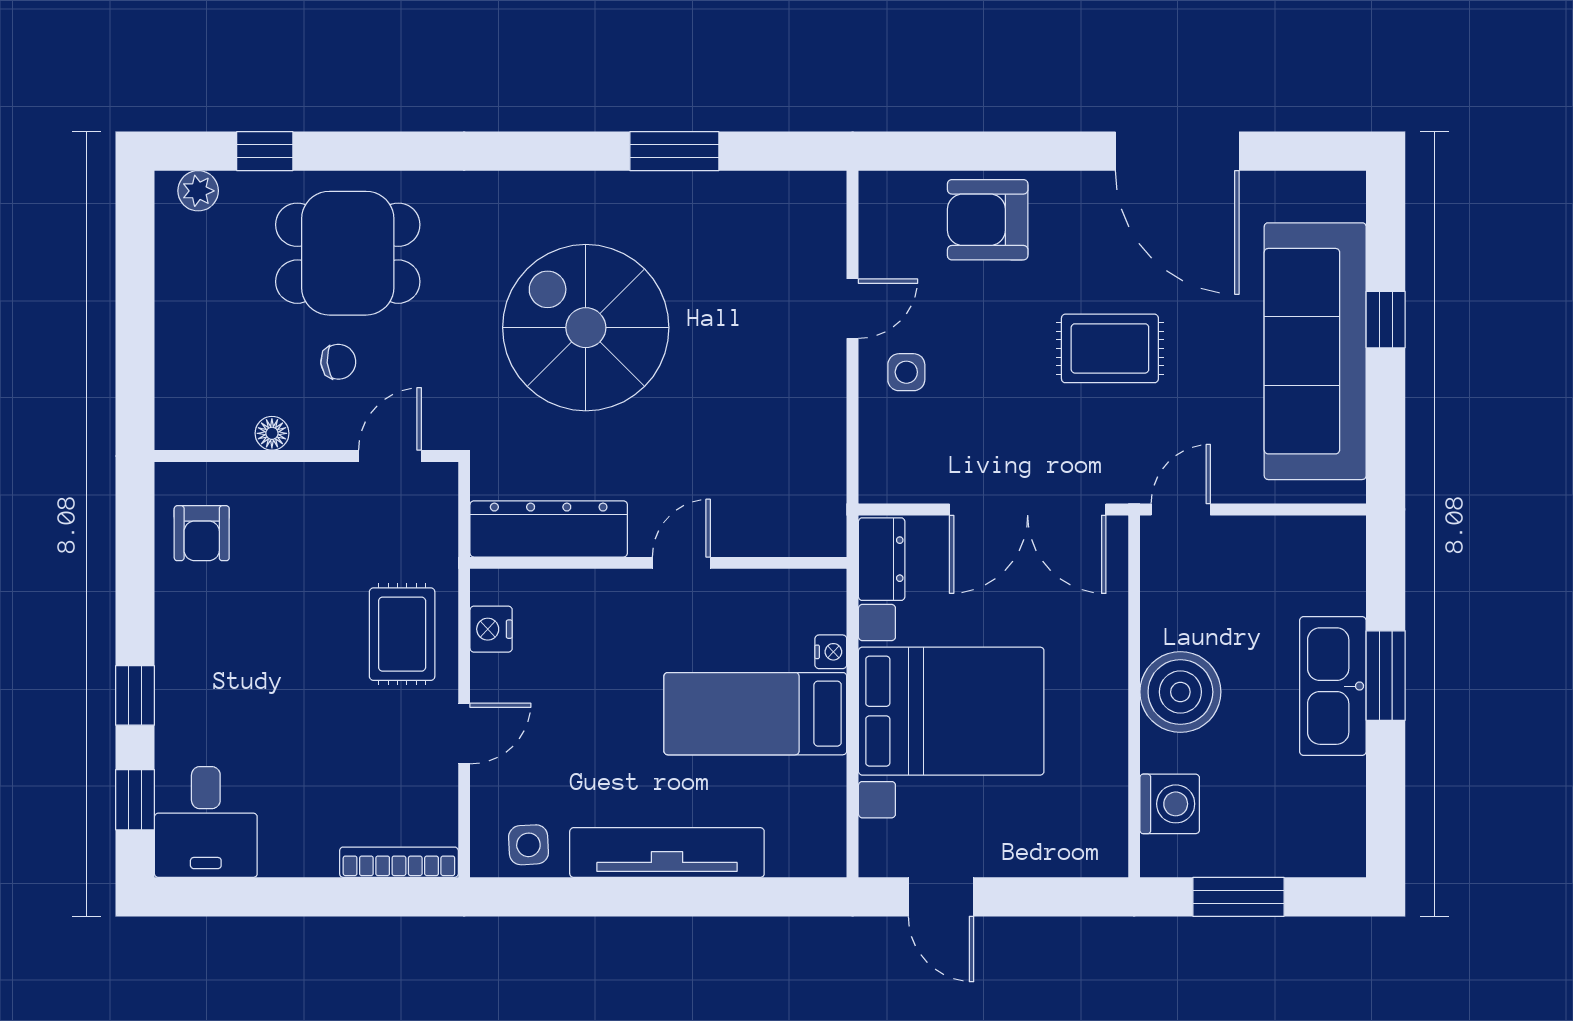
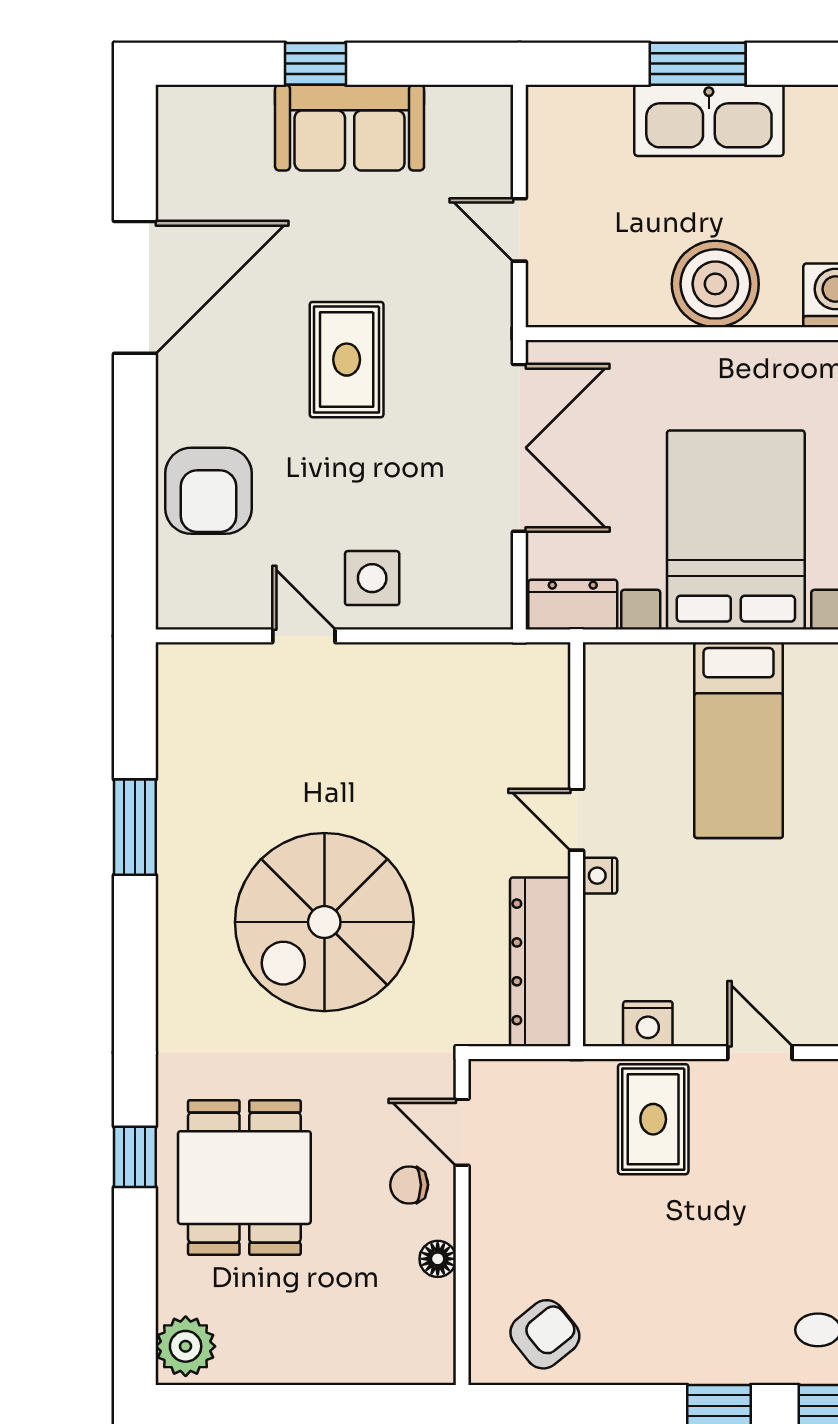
window: (265, 151) -> (135, 1157), moved
plant: (198, 191) -> (186, 1346), width x1.38, depth x1.38
sofa: (1315, 351) -> (350, 128), width x0.54, depth x0.79
chair: (338, 362) -> (409, 1185), moved, turned -85
side table: (906, 372) -> (372, 578), width x1.37, depth x1.37
door: (1181, 509) -> (519, 230), moved
armchair: (202, 533) -> (545, 1334), turned -39
rug: (402, 634) -> (653, 1119), turned 90
nightstand: (831, 652) -> (600, 876), moved, turned -90

